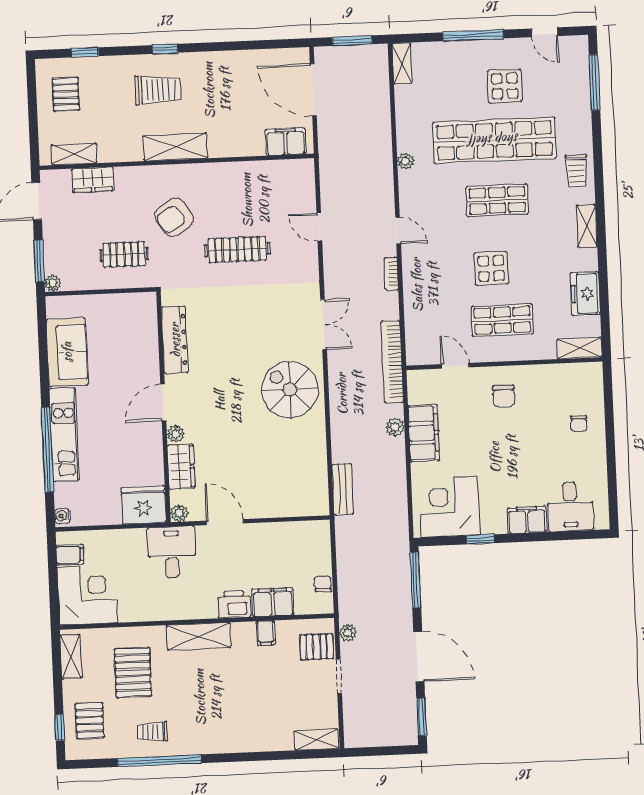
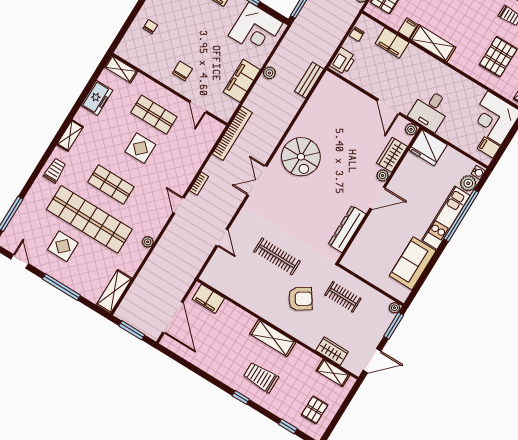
shelving: (402, 63) -> (114, 291), width x1.50, depth x1.33
plant: (395, 427) -> (269, 73), moved
plant: (66, 495) -> (468, 183), added
printer: (234, 604) -> (343, 61), moved, turned -90
shelving: (199, 636) -> (433, 43), moved

